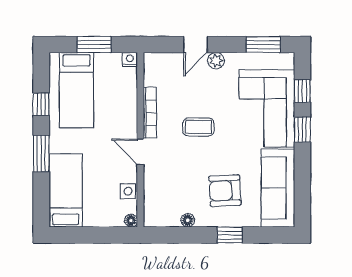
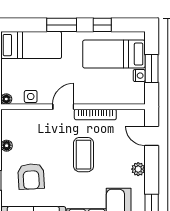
door: (195, 45) -> (152, 136), moved
nightstand: (130, 59) -> (139, 76), moved
coffee table: (198, 127) -> (84, 155), width x1.36, depth x1.30
armchair: (225, 191) -> (31, 176), turned 180

